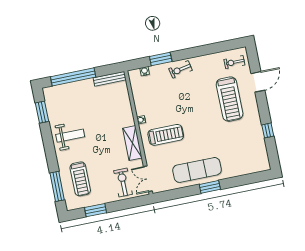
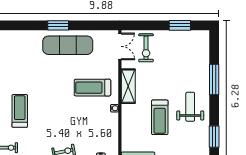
treadmill: (230, 99) -> (20, 111), width x0.73, depth x0.73
weight bench: (70, 136) -> (190, 107), turned 90
treadmill: (80, 179) -> (160, 117), moved, turned 180
window: (57, 186) -> (214, 79), moved

